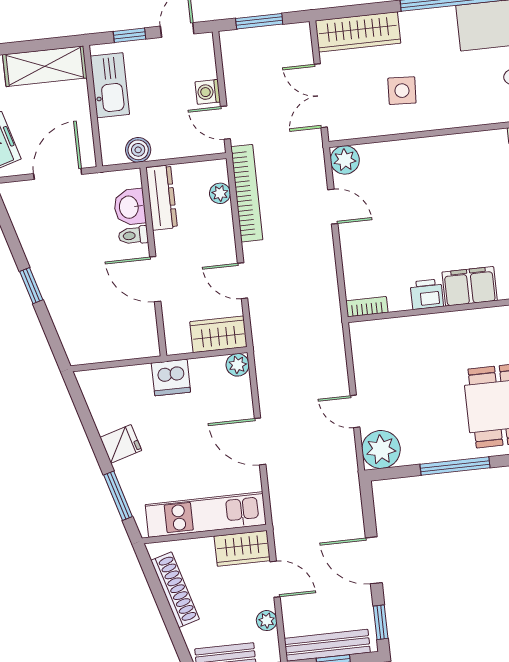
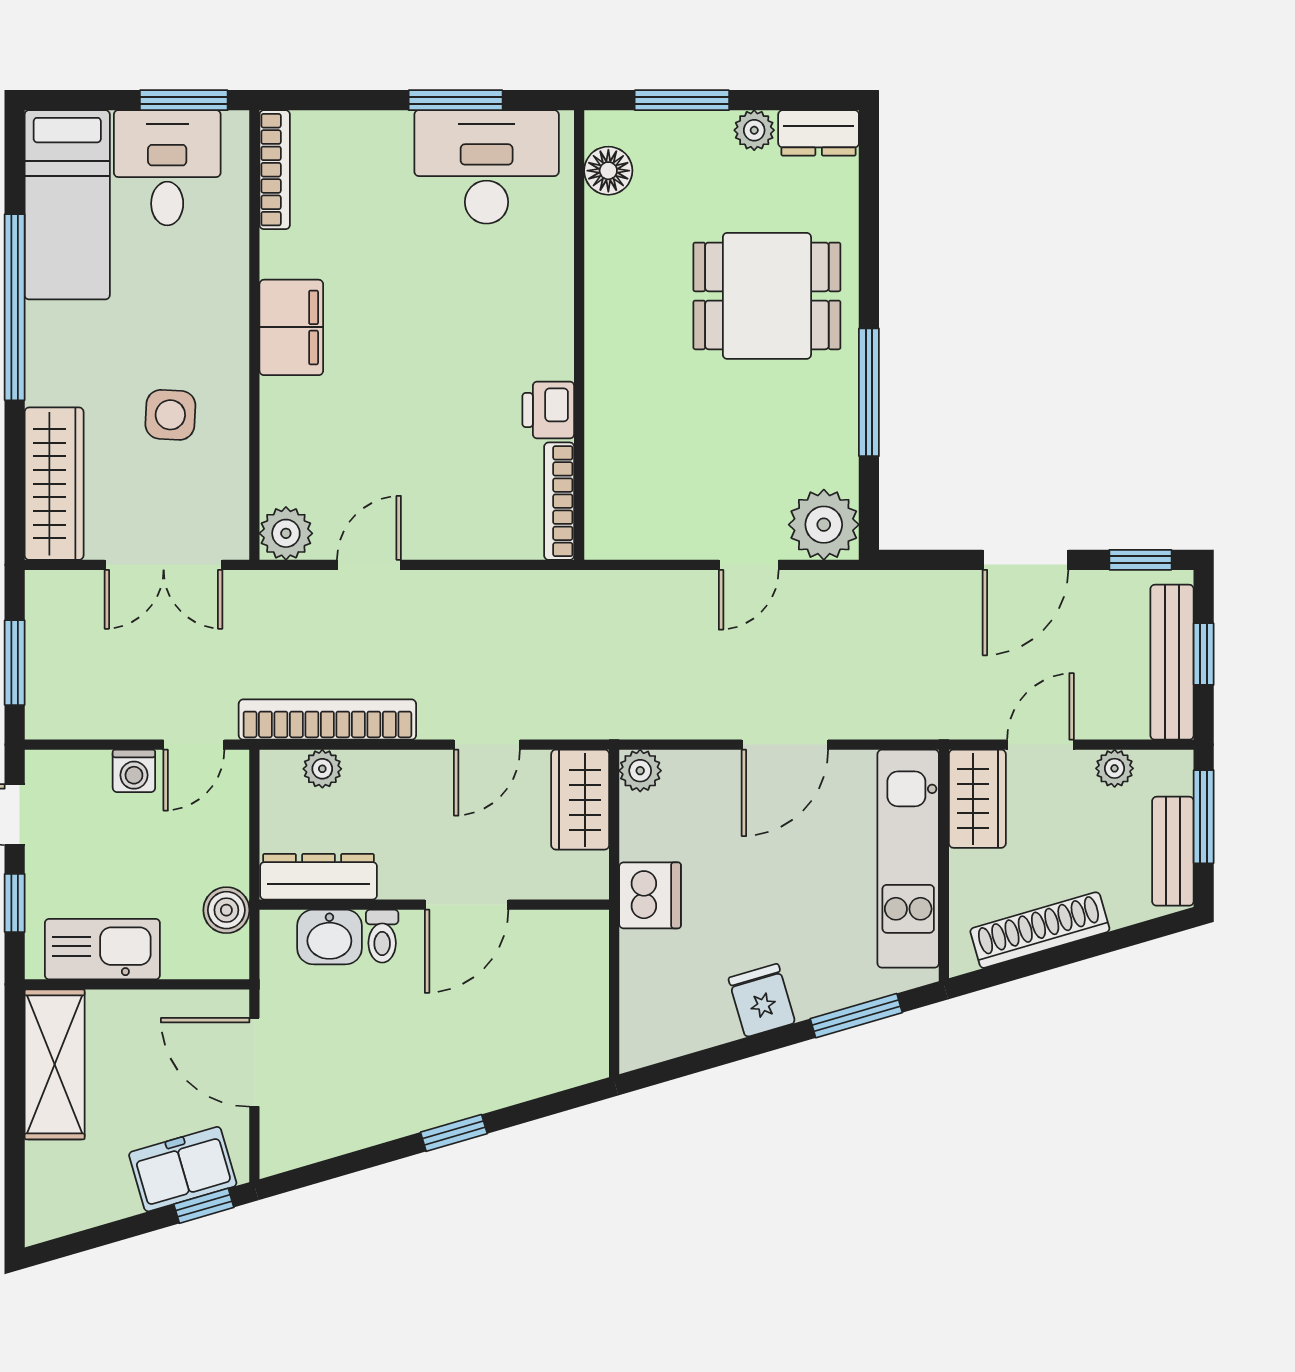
filing cabinet: (470, 286) -> (291, 327), moved, turned 180
bookcase: (367, 307) -> (559, 501), width x1.56

